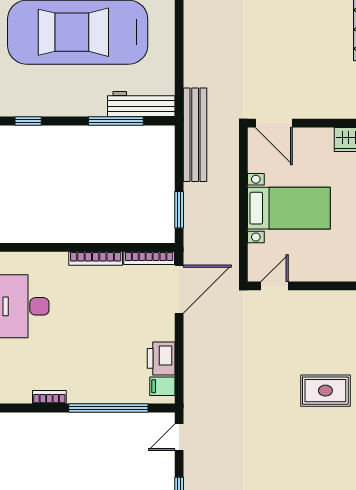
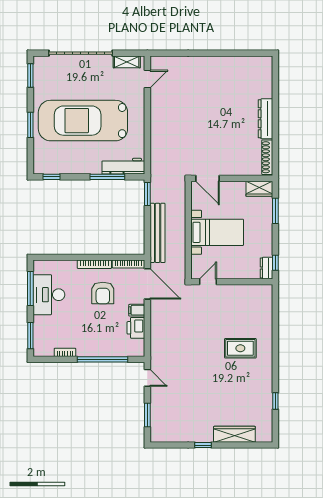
bench: (195, 135) -> (158, 233), moved
window: (179, 210) -> (147, 194), moved
door: (179, 289) -> (147, 284), hinge flipped
armchair: (109, 304) -> (103, 293), added
filing cabinet: (162, 386) -> (137, 310), moved
door: (179, 437) -> (147, 378), swing flipped

